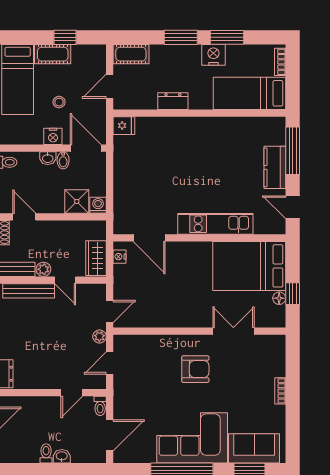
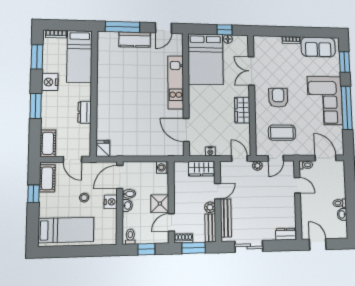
window: (227, 37) -> (37, 57), moved
cot: (53, 54) -> (47, 178), moved
shower: (77, 201) -> (160, 204), moved
door: (149, 238) -> (186, 130), swing flipped
nightstand: (119, 257) -> (210, 151), moved
wardrobe: (177, 317) -> (242, 110), added
door: (110, 363) -> (276, 158), hinge flipped
coffee table: (146, 373) -> (282, 133), added
sofa: (254, 448) -> (318, 47), moved, turned -90
washbasin: (62, 456) -> (342, 214), moved

